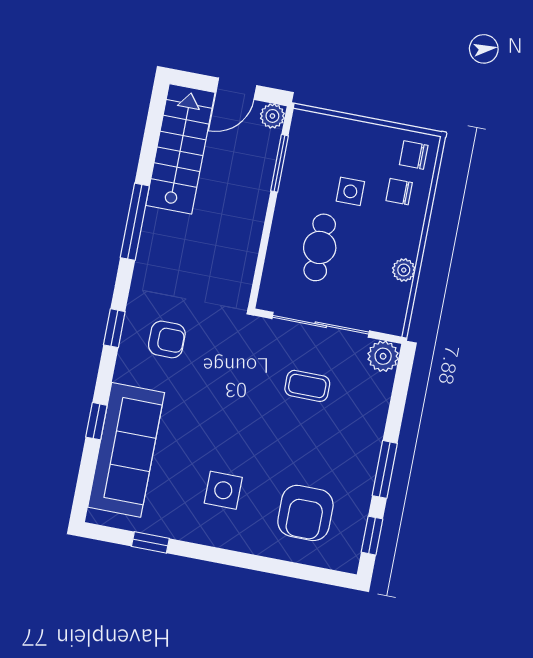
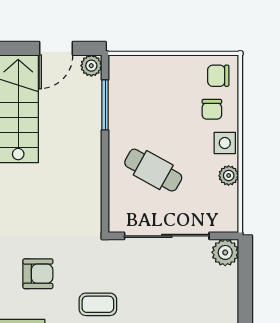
side table: (350, 191) -> (225, 143), moved
chair: (399, 192) -> (212, 109), turned -90
cafe table: (320, 247) -> (153, 170), turned -61
coffee table: (307, 386) -> (98, 304), moved

